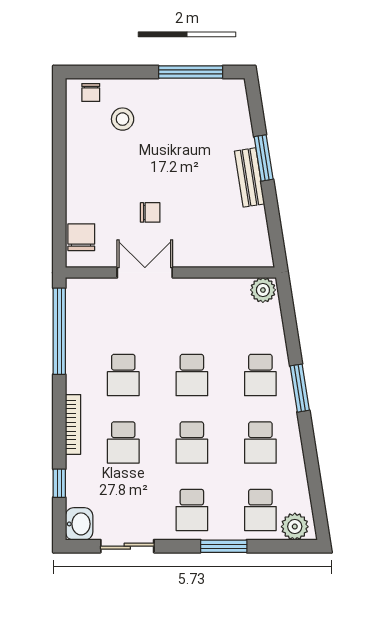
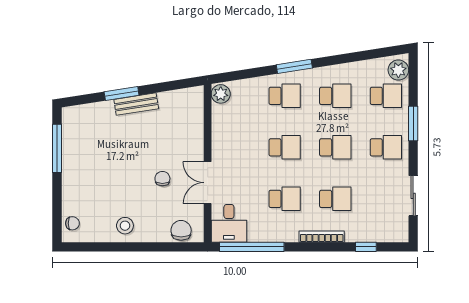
stool: (123, 119) -> (125, 226), moved
chair: (81, 237) -> (181, 230), turned 90
desk: (91, 301) -> (229, 223), added
washbasin: (79, 524) -> (396, 232), removed

